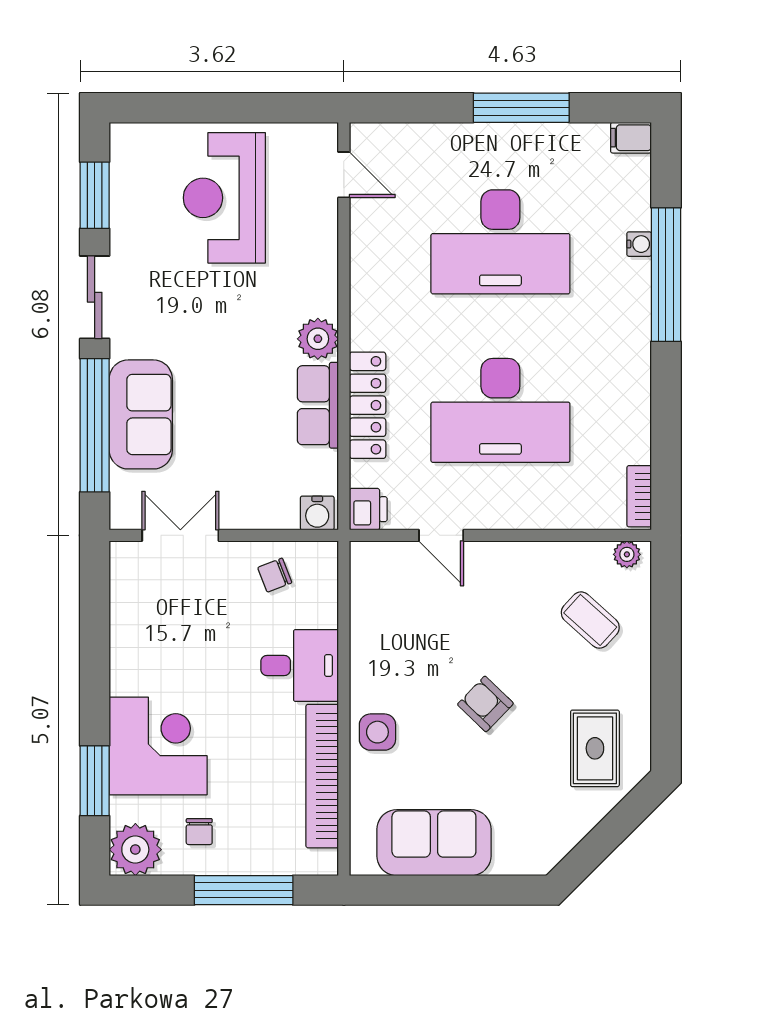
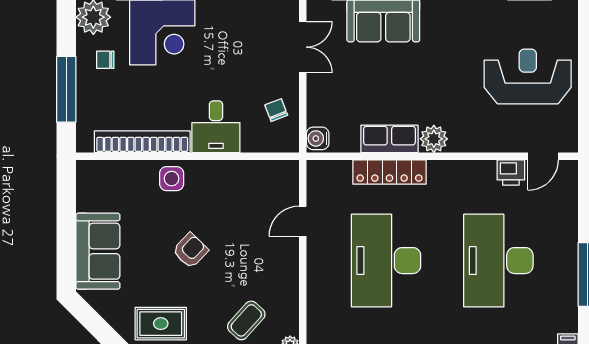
printer: (368, 509) -> (511, 172), moved
sofa: (434, 843) -> (98, 251), moved

